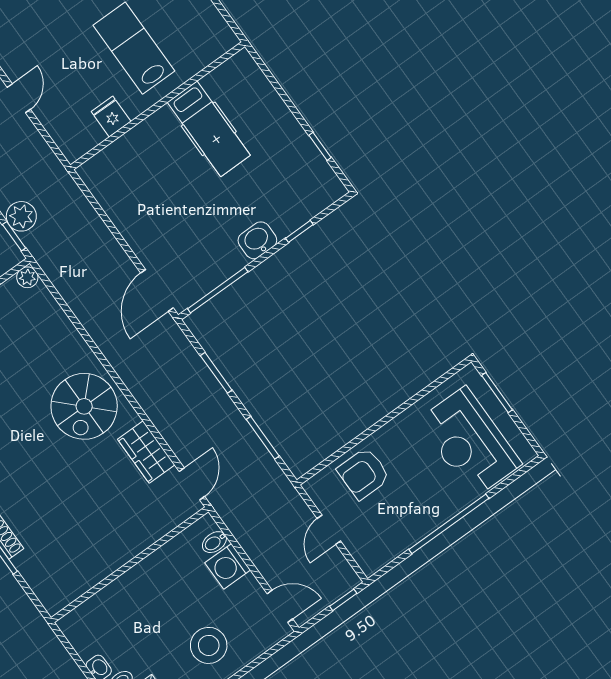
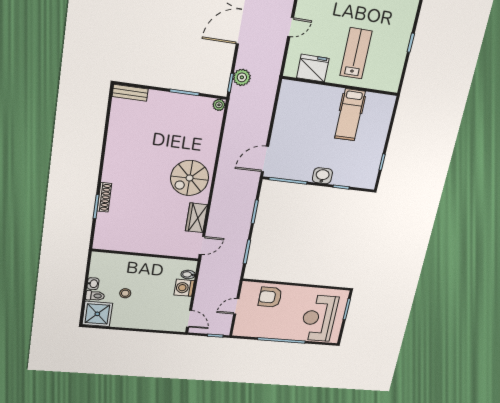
fridge: (111, 116) -> (313, 68), width x1.88, depth x1.34
stool: (209, 645) -> (125, 293), moved, width x0.53, depth x0.53

